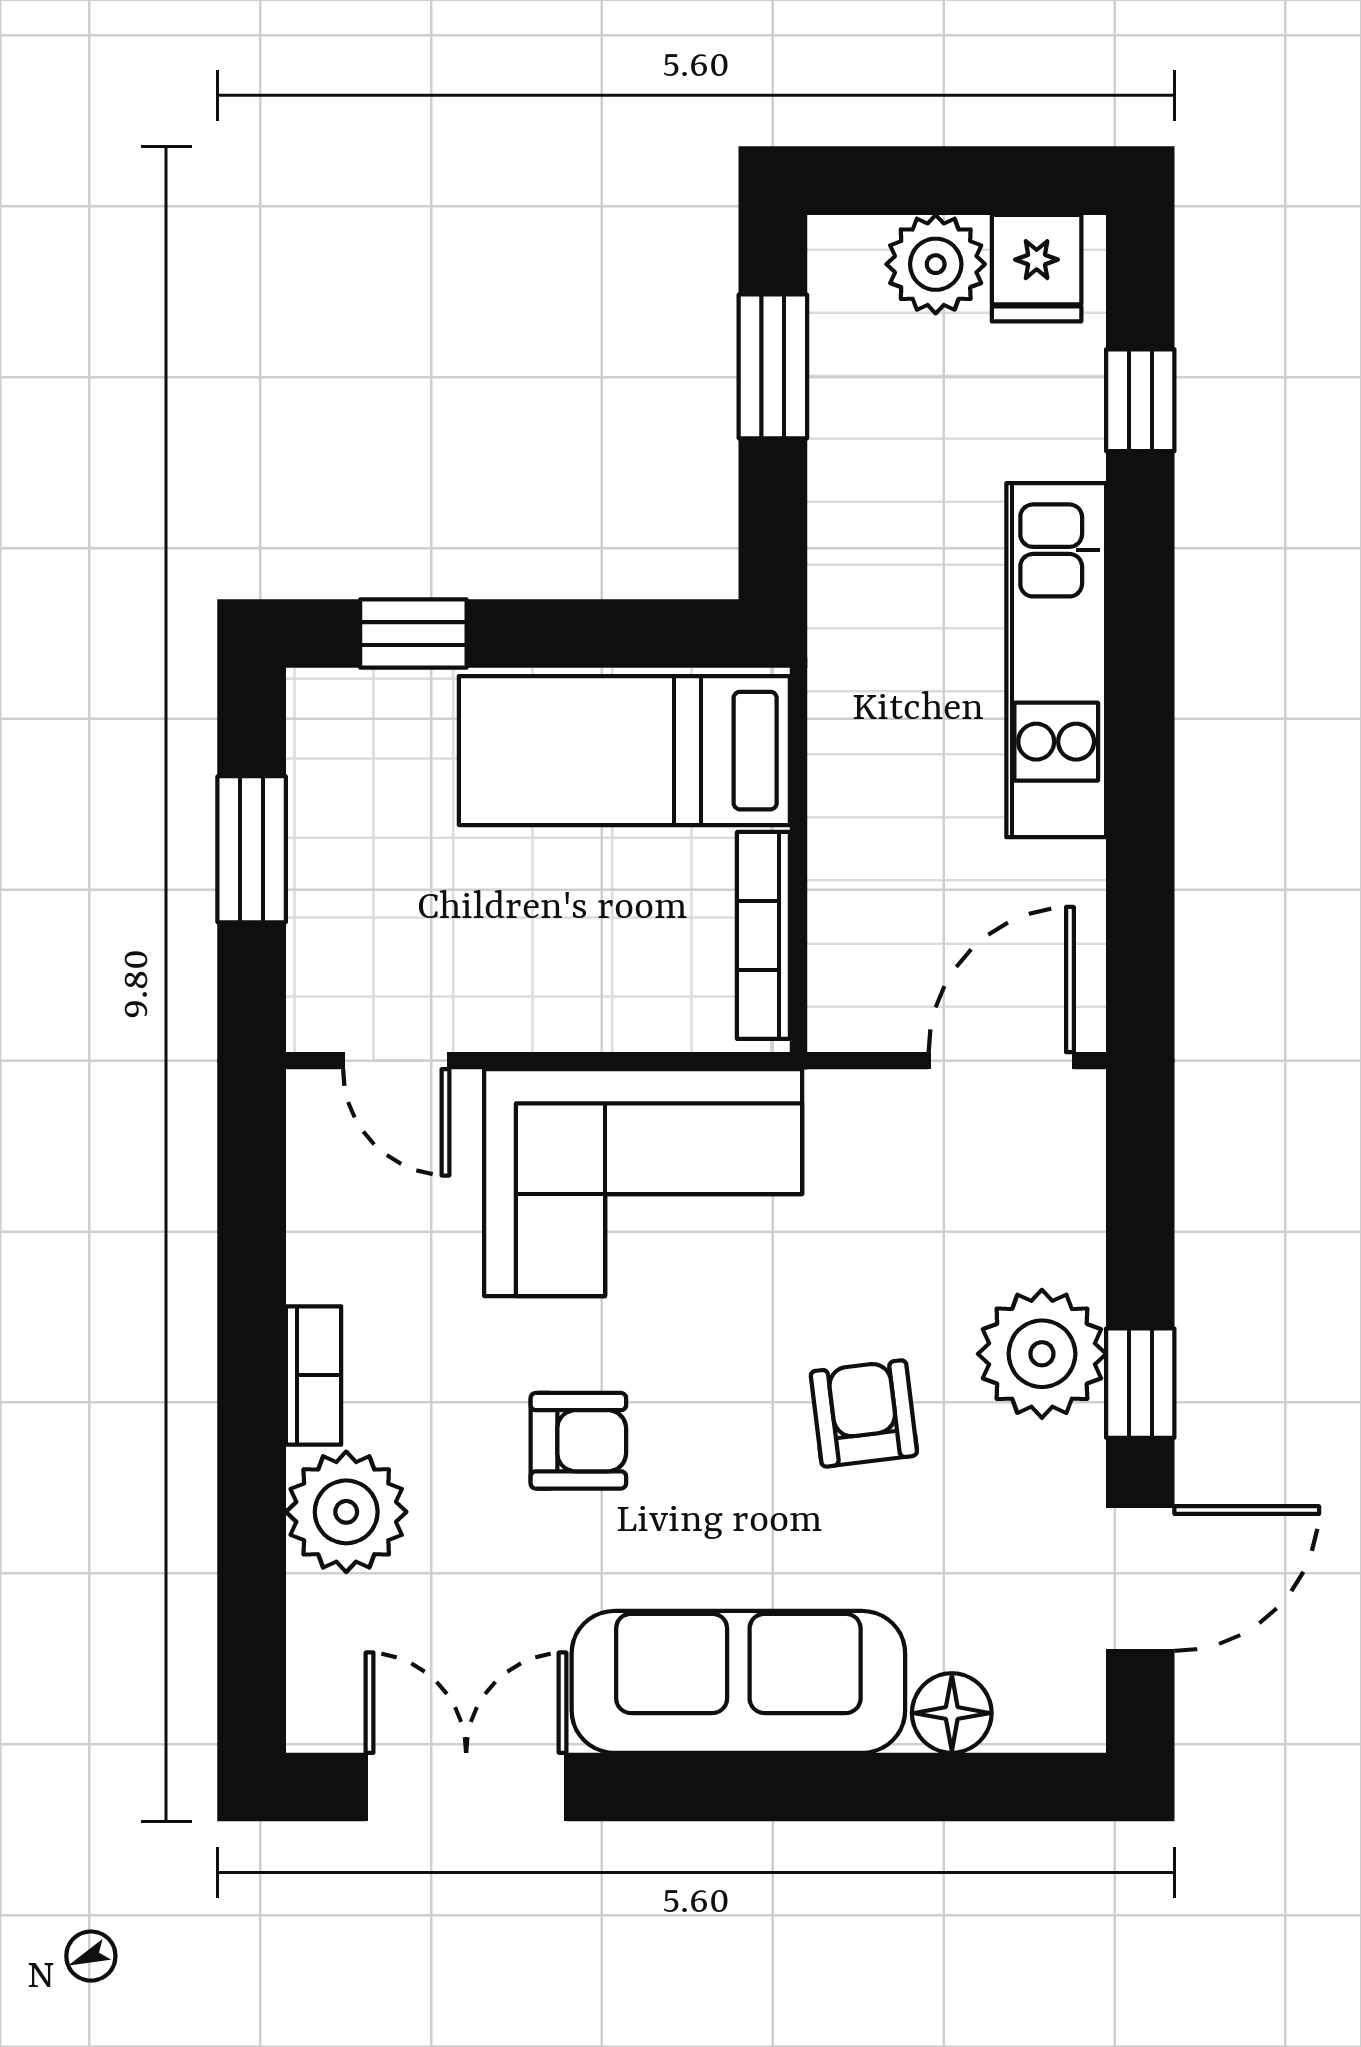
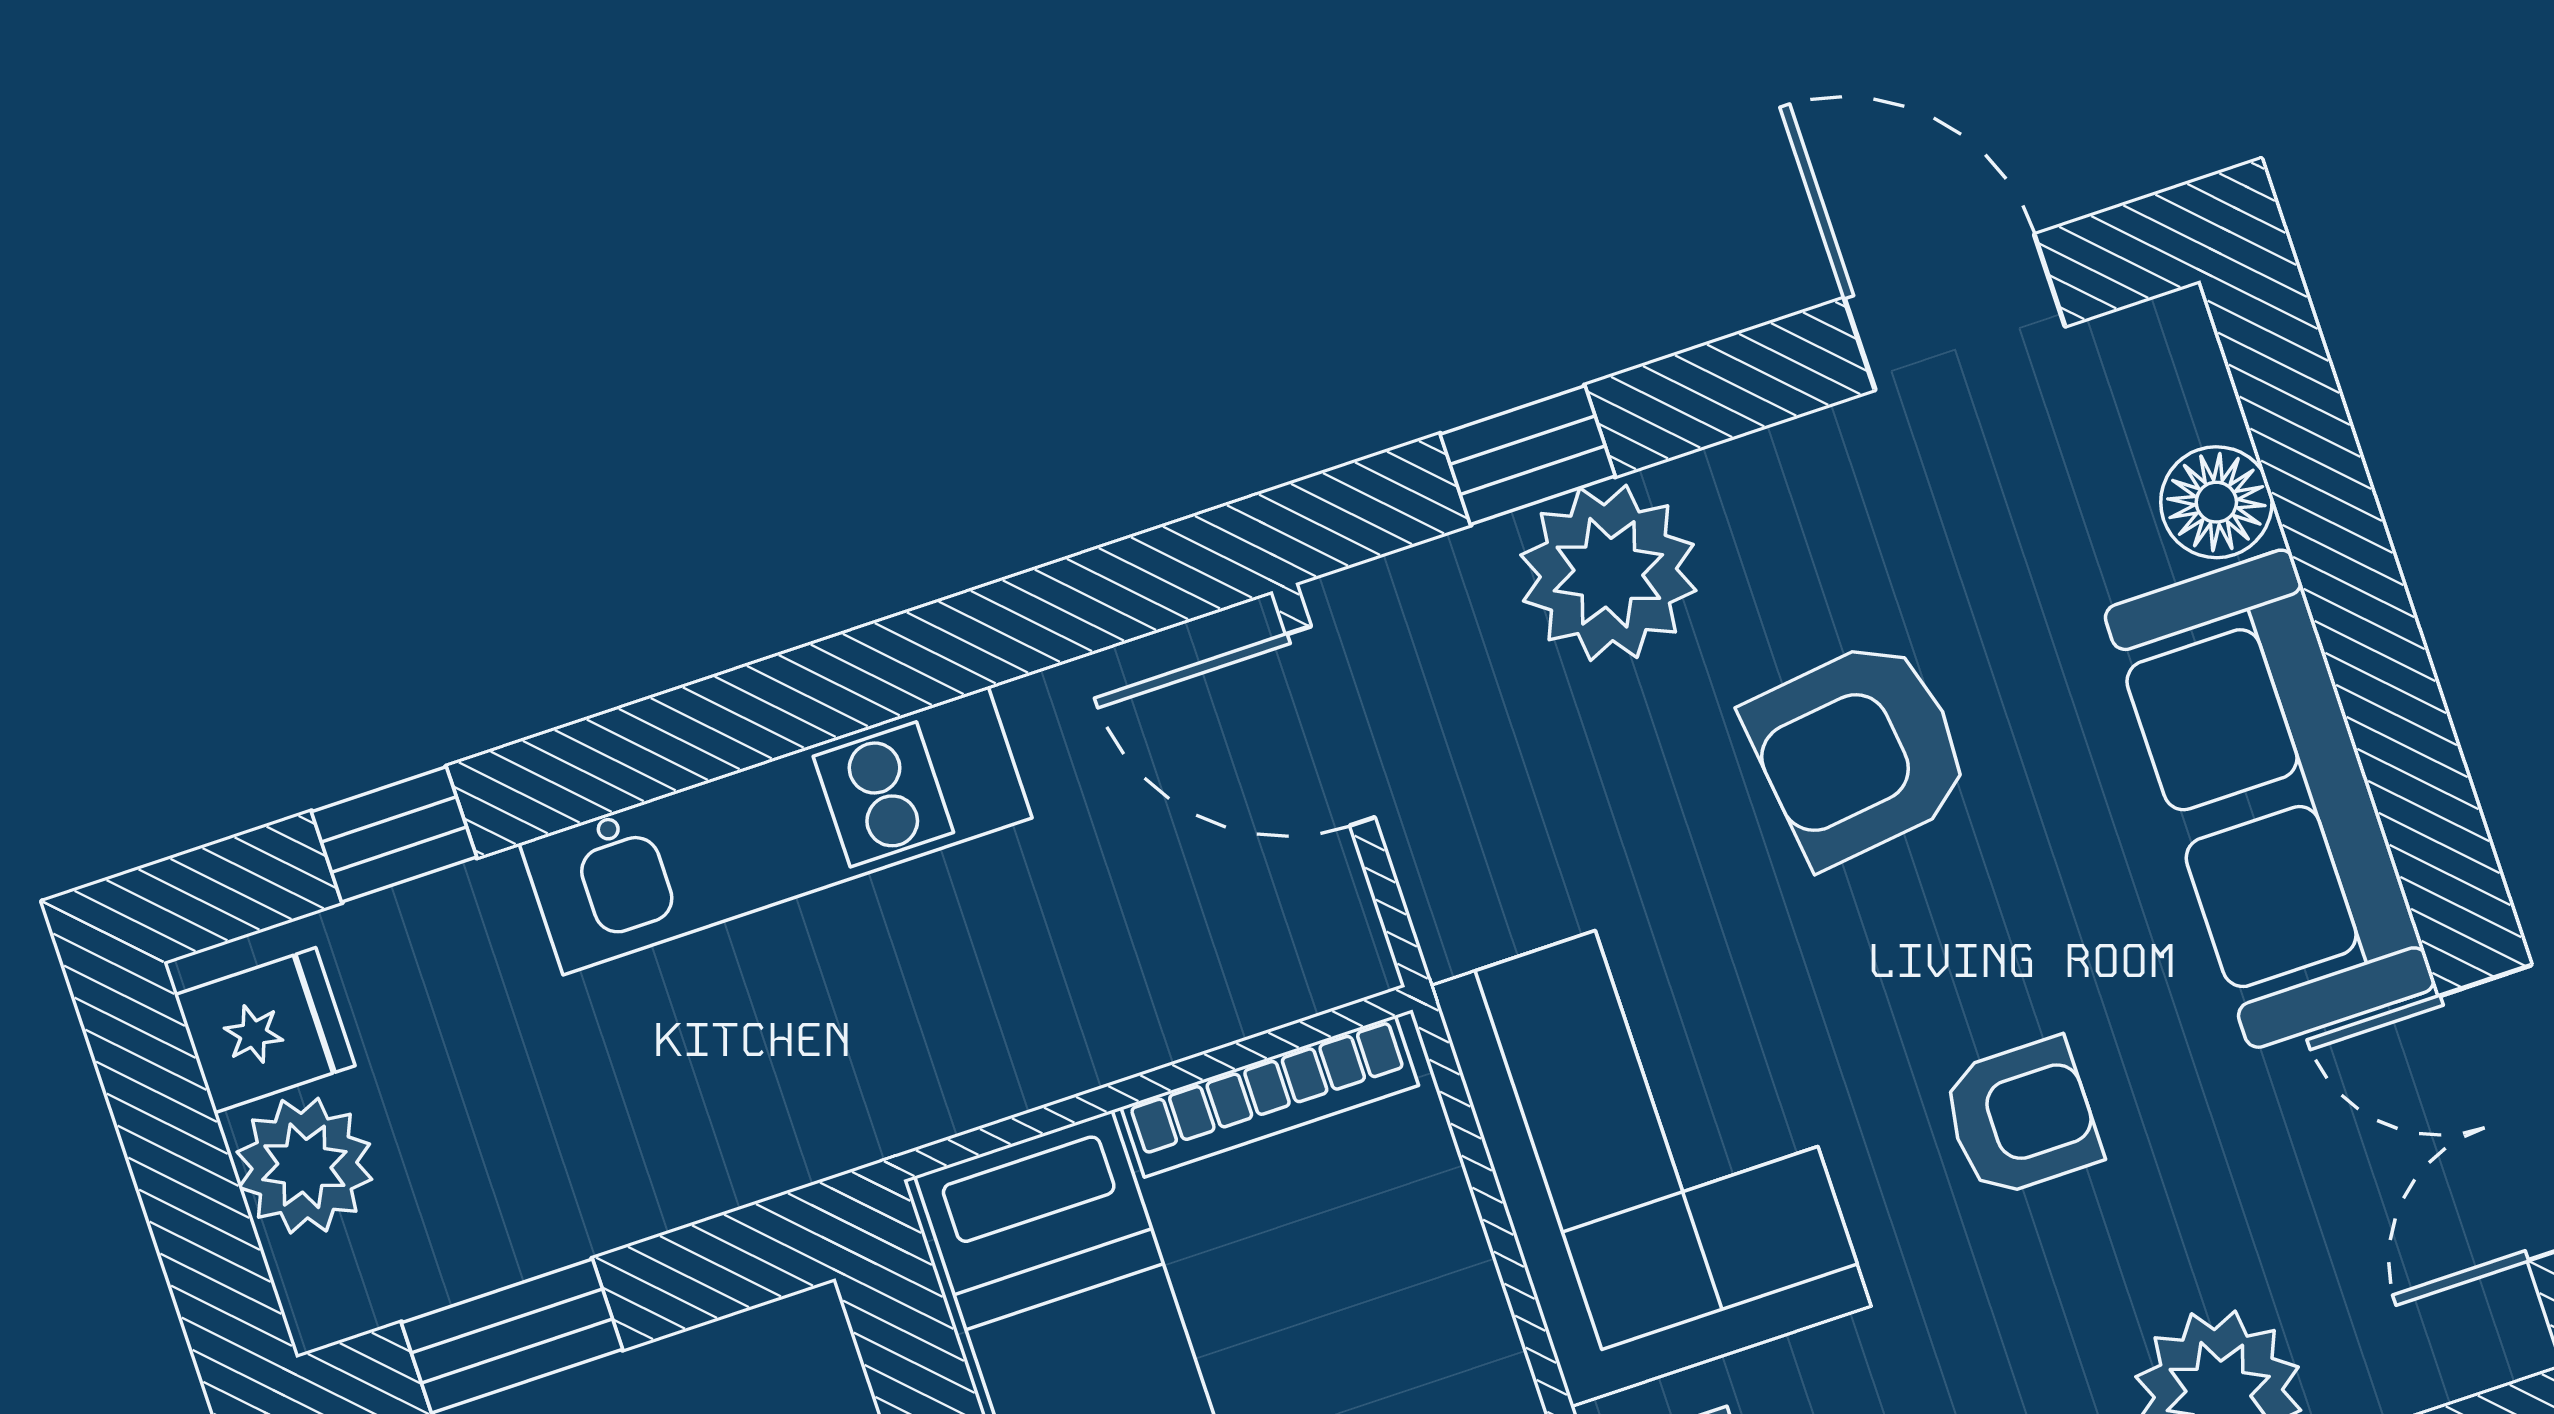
plant: (1042, 1354) -> (1608, 573), moved
window: (1140, 1383) -> (1528, 455), moved
armchair: (864, 1413) -> (1859, 751), width x1.38, depth x1.38
armchair: (578, 1441) -> (2021, 1118), turned 90

